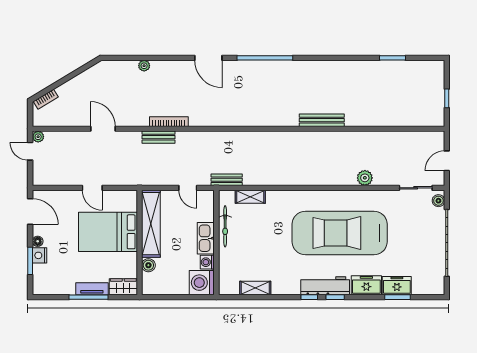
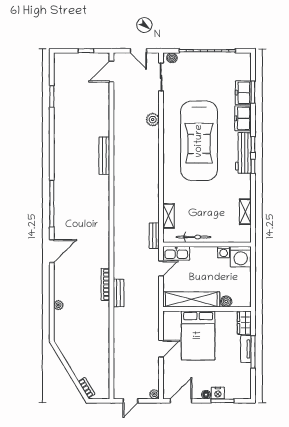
door: (103, 129) -> (111, 72), moved
plant: (38, 137) -> (154, 394), moved
kitchen sink: (206, 238) -> (176, 253), moved

